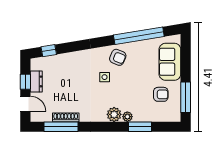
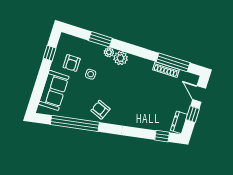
side table: (105, 77) -> (91, 74), moved
dresser: (36, 81) -> (179, 122), moved
armchair: (161, 94) -> (72, 63), turned -90
window: (186, 97) -> (50, 53), width x0.46

